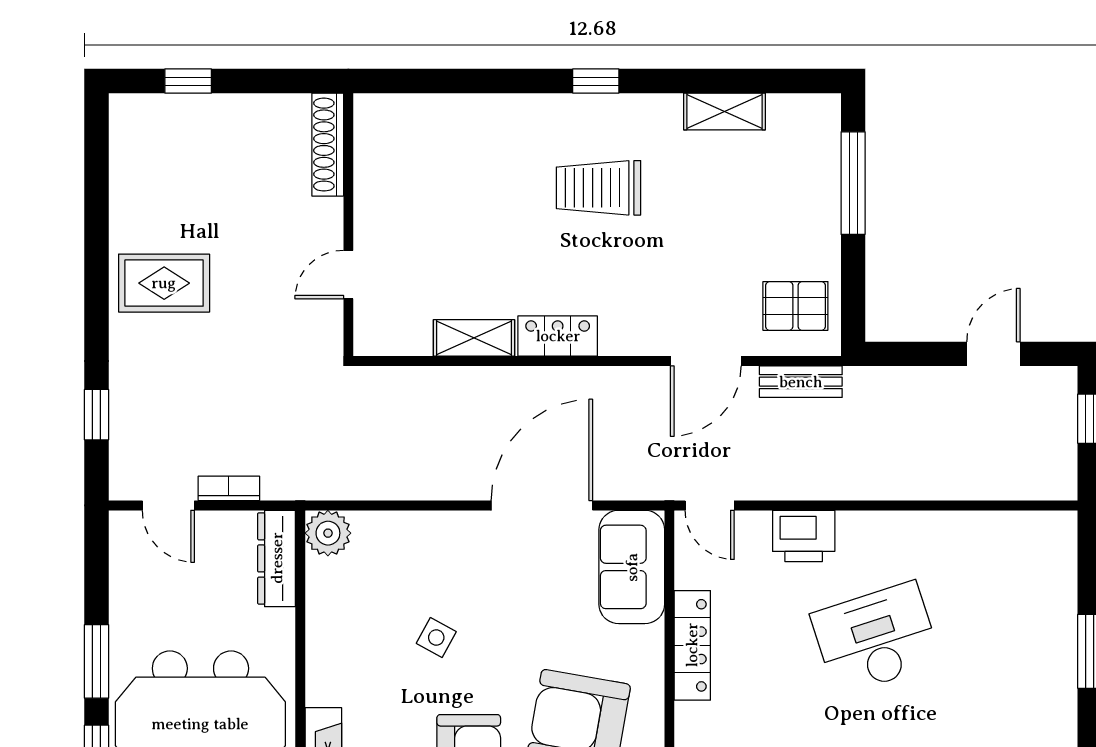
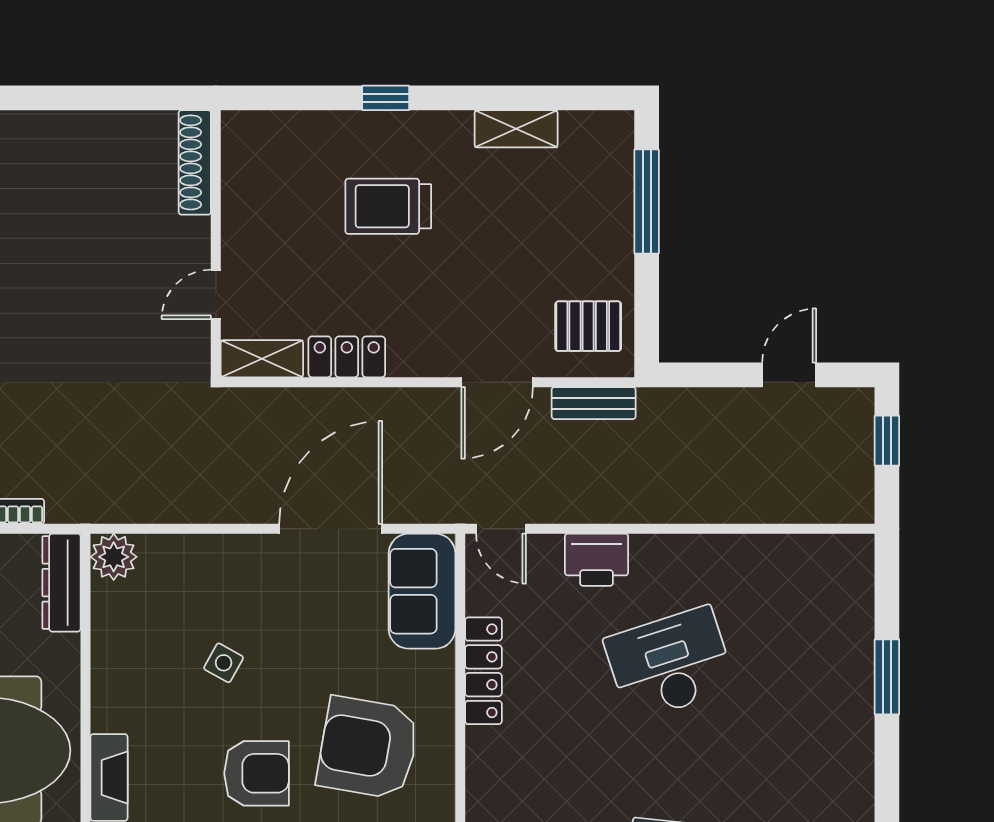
shoe rack: (328, 145) -> (195, 162), moved
wall: (348, 225) -> (216, 244), moved
door: (348, 275) -> (216, 294), moved

